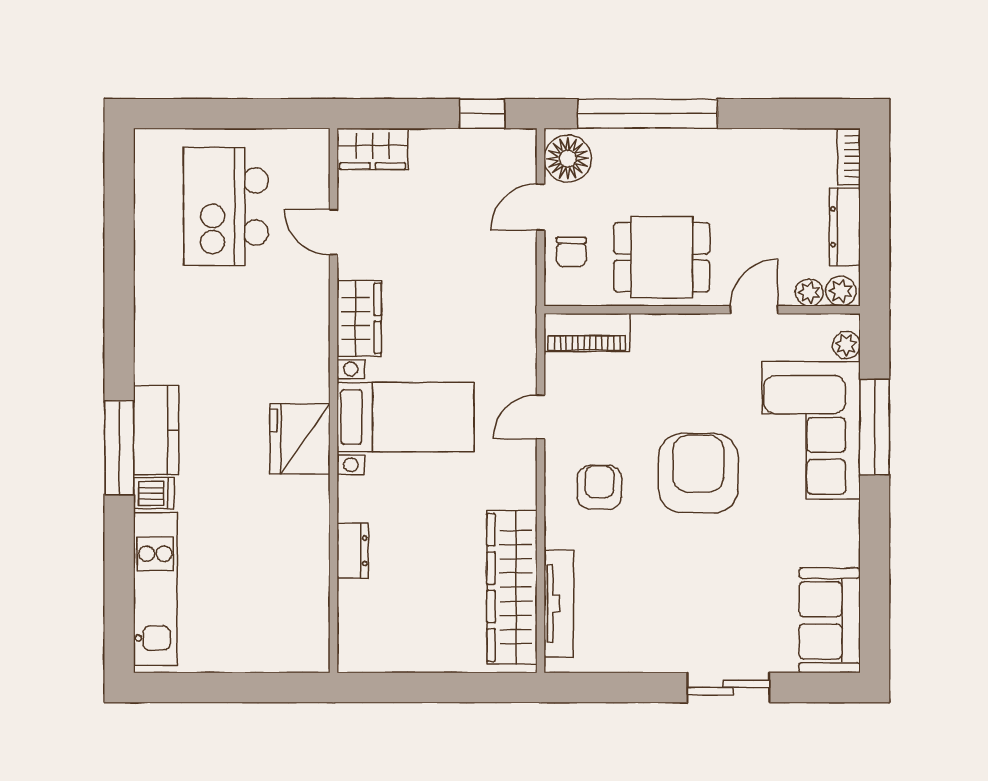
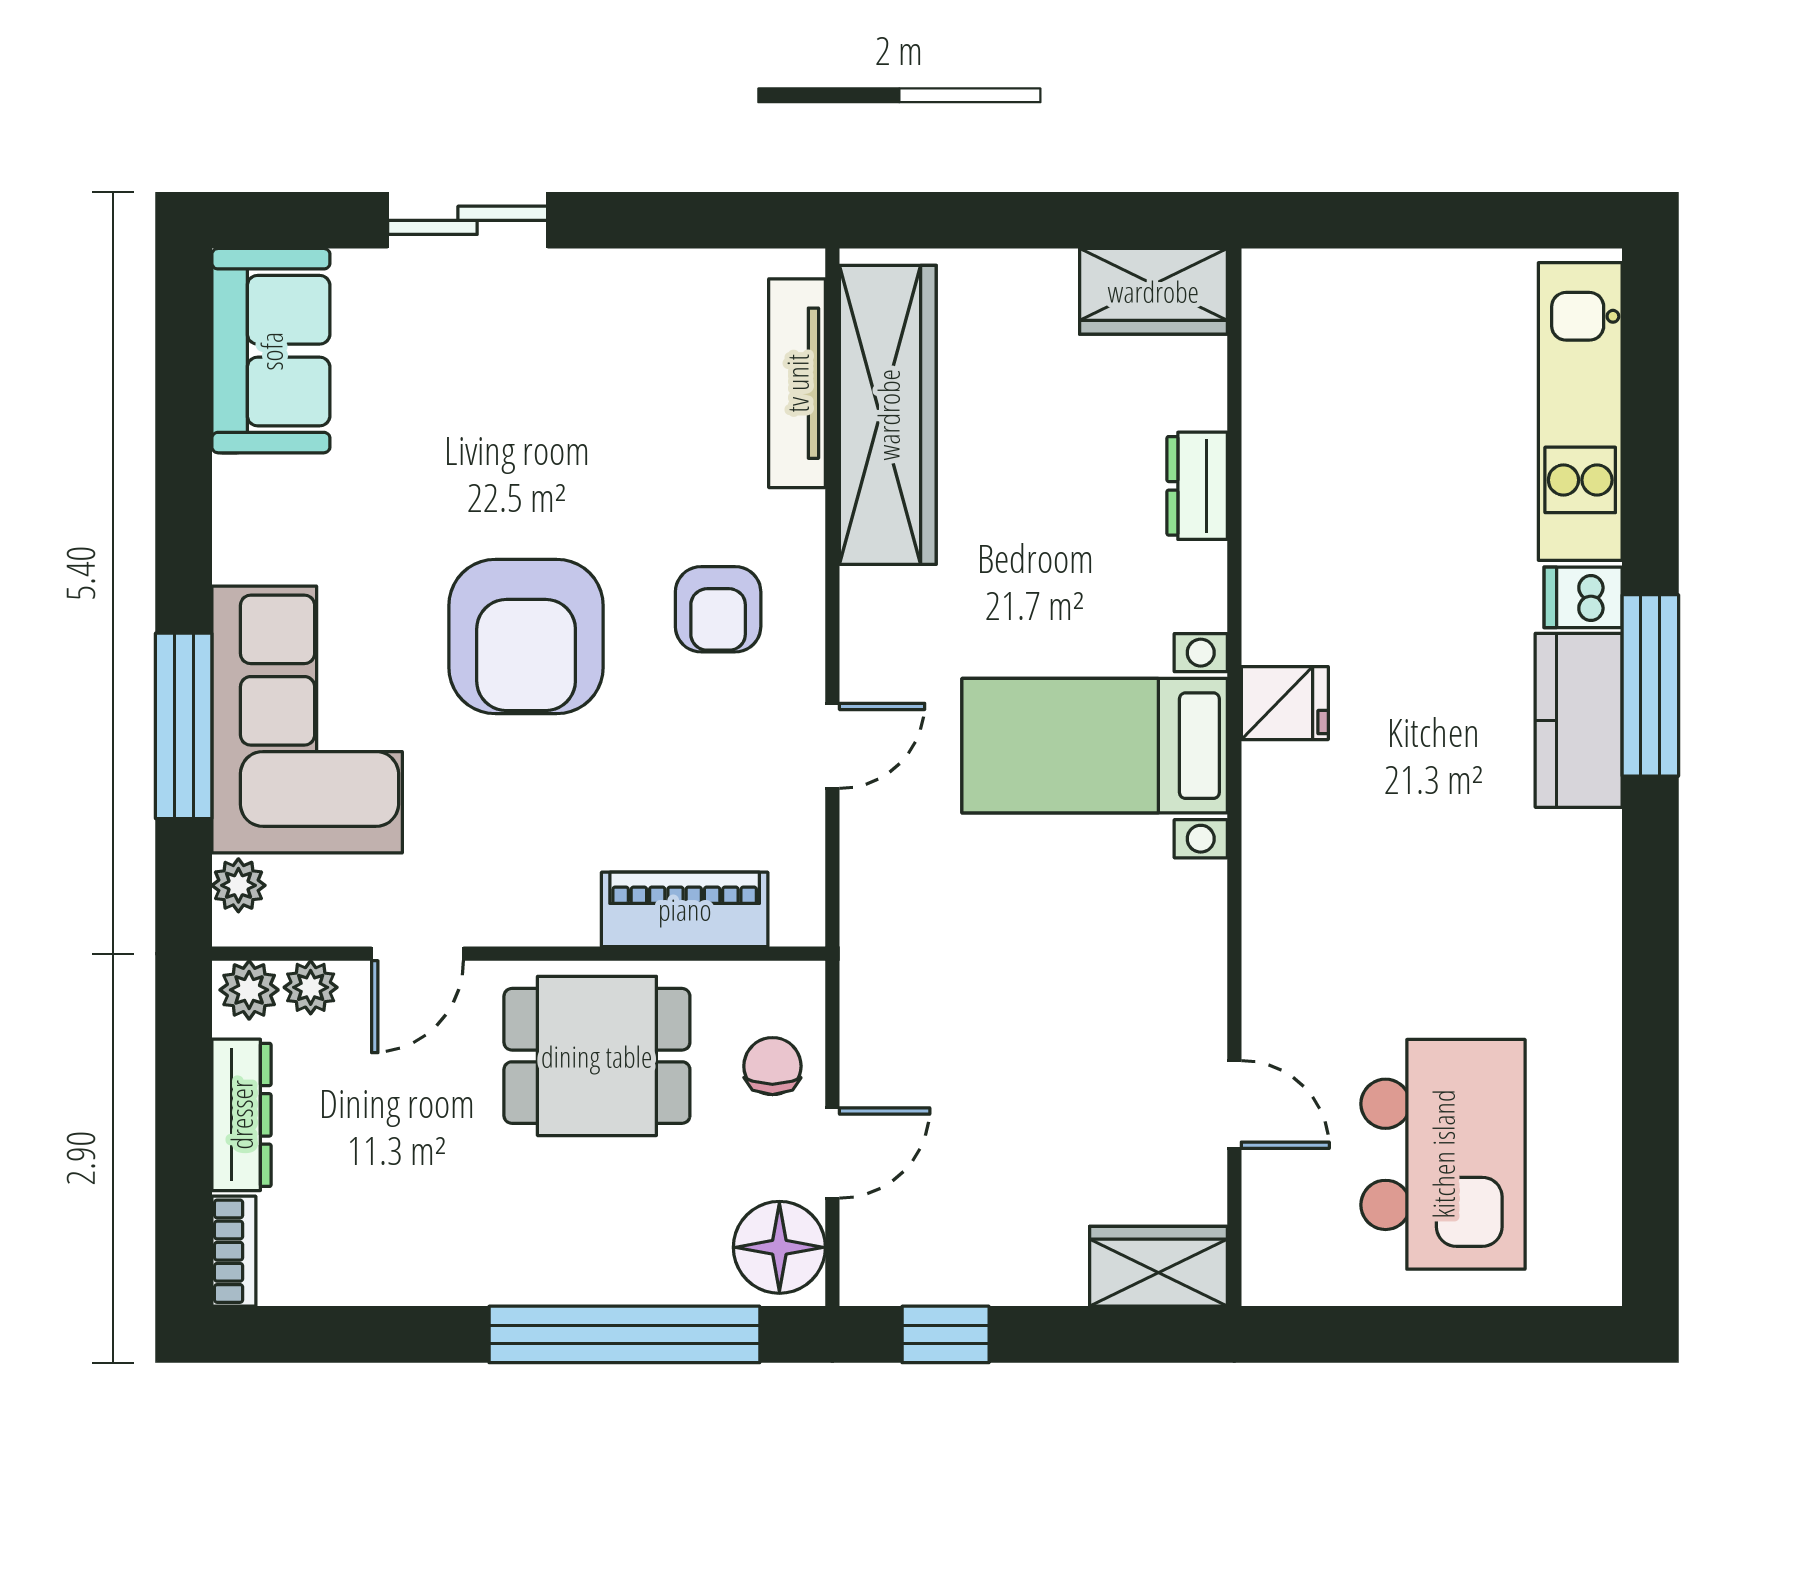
wardrobe: (359, 318) -> (1153, 291), moved, turned -90
piano: (587, 333) -> (685, 909), moved
fridge: (300, 439) -> (1285, 703), width x0.53, depth x0.75

